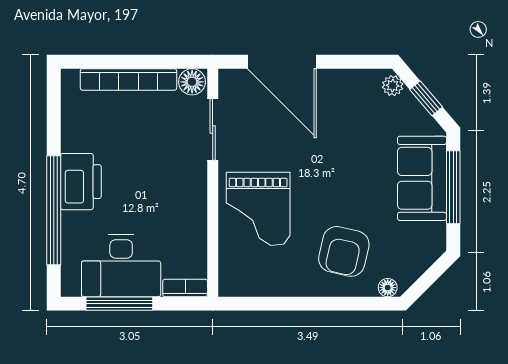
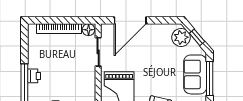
door: (282, 62) -> (130, 20), hinge flipped
plant: (393, 86) -> (181, 37), width x1.87, depth x1.87
printer: (81, 182) -> (34, 76), width x0.53, depth x0.68

